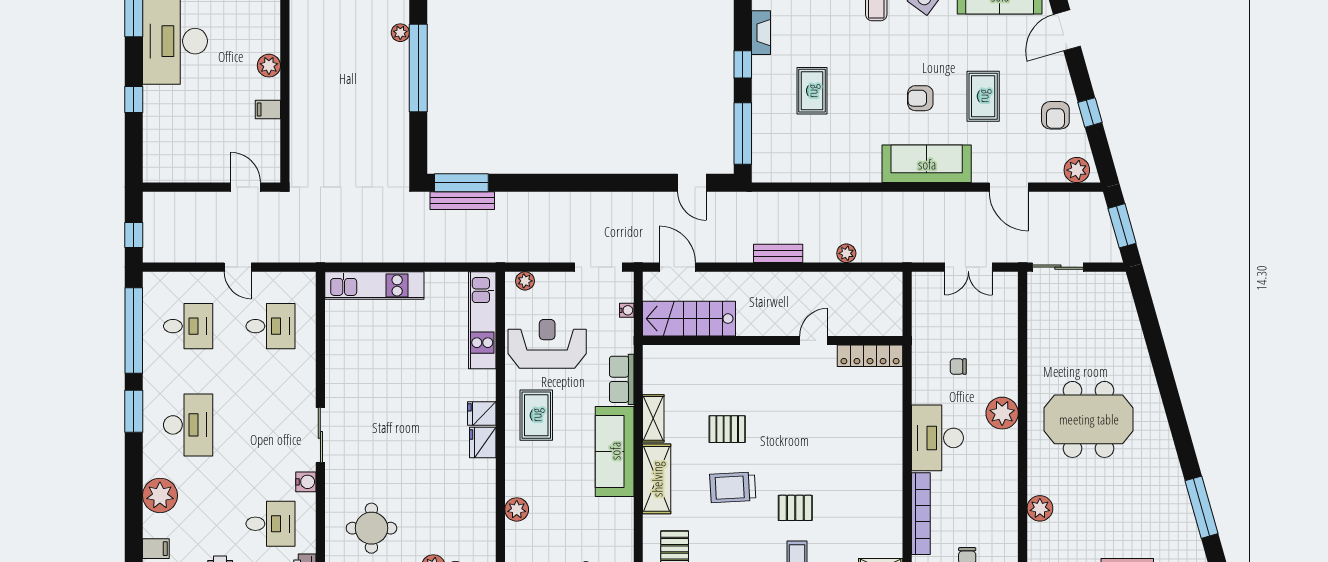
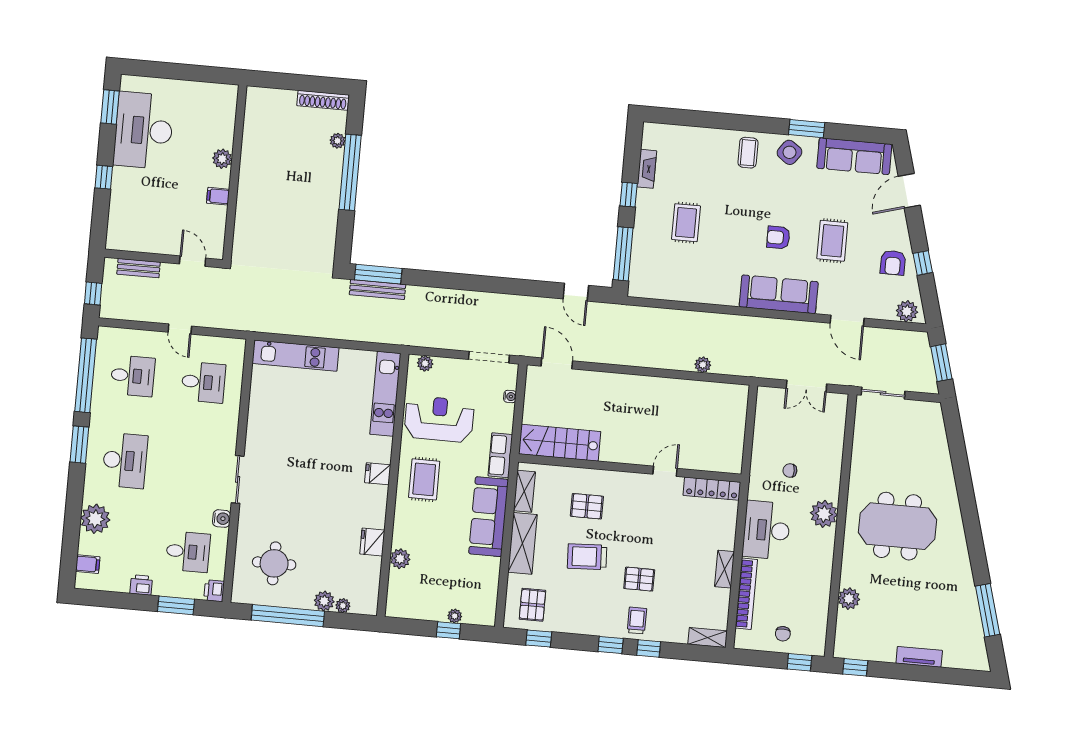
bench: (778, 253) -> (139, 268), moved
stairs: (689, 319) -> (560, 443), moved
wall: (773, 340) -> (630, 468), moved
door: (814, 340) -> (665, 471), moved
locker: (870, 356) -> (712, 489), moved
fridge: (483, 443) -> (372, 542), moved
shelving: (893, 487) -> (725, 569), added

